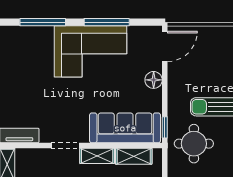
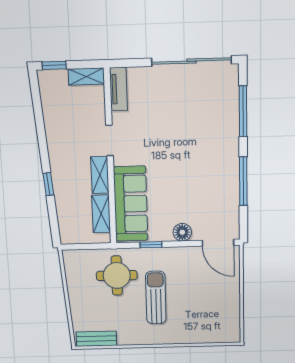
corner sofa: (91, 51) -> (212, 165), removed
window: (165, 127) -> (151, 245), moved

